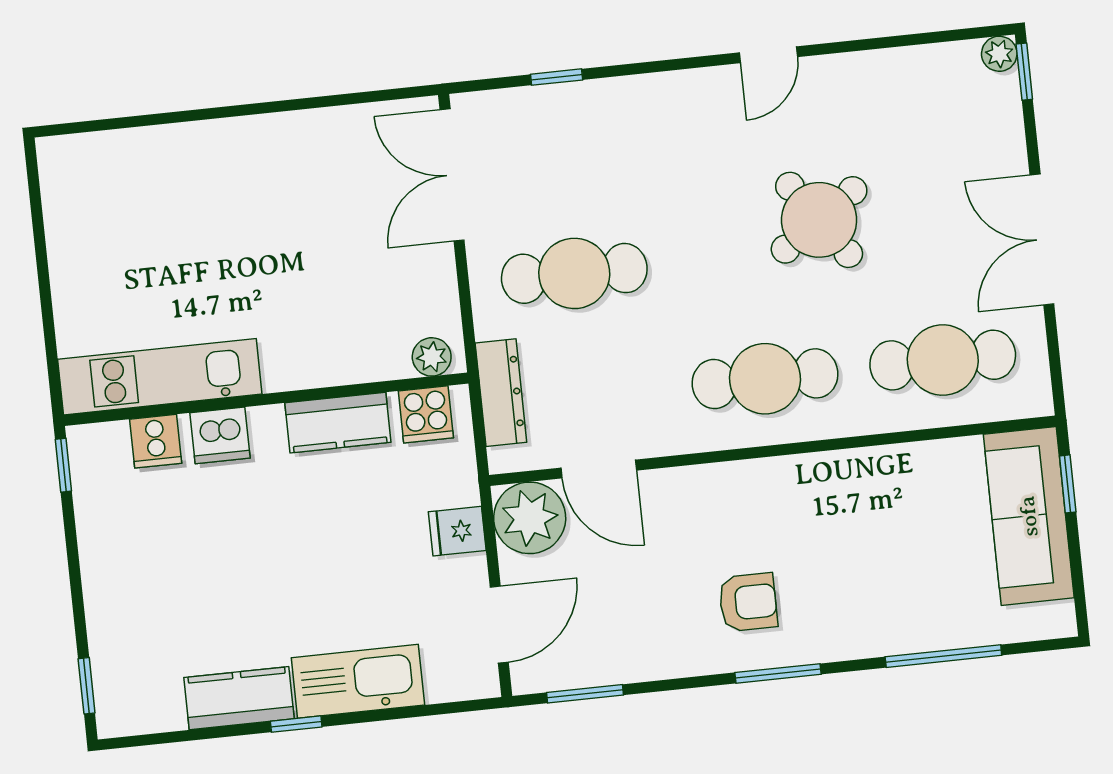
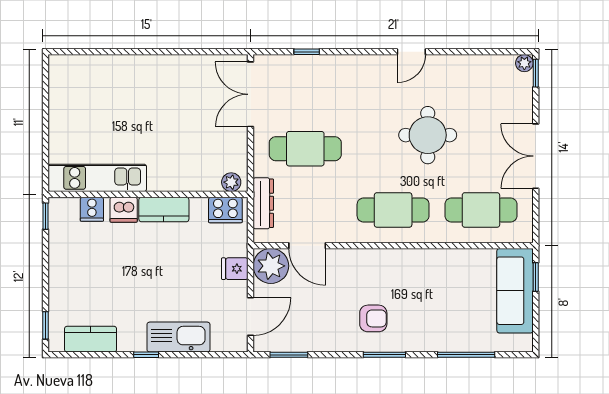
round table: (819, 220) -> (428, 135), turned 35
cooker: (426, 414) -> (225, 210), width x1.36
kitchen counter: (338, 423) -> (164, 209), moved
kitchen counter: (239, 698) -> (91, 339), moved

